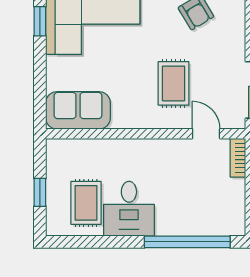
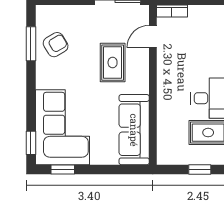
rug: (174, 83) -> (113, 63), turned 90
sofa: (78, 110) -> (134, 130), width x1.36

